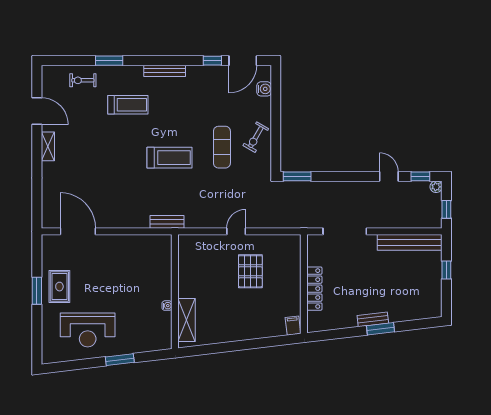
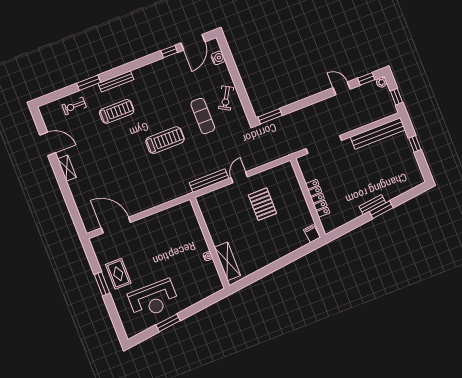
bench: (165, 71) -> (116, 81), moved
bench: (167, 222) -> (209, 181), moved, width x1.36
window: (120, 360) -> (168, 323), moved

